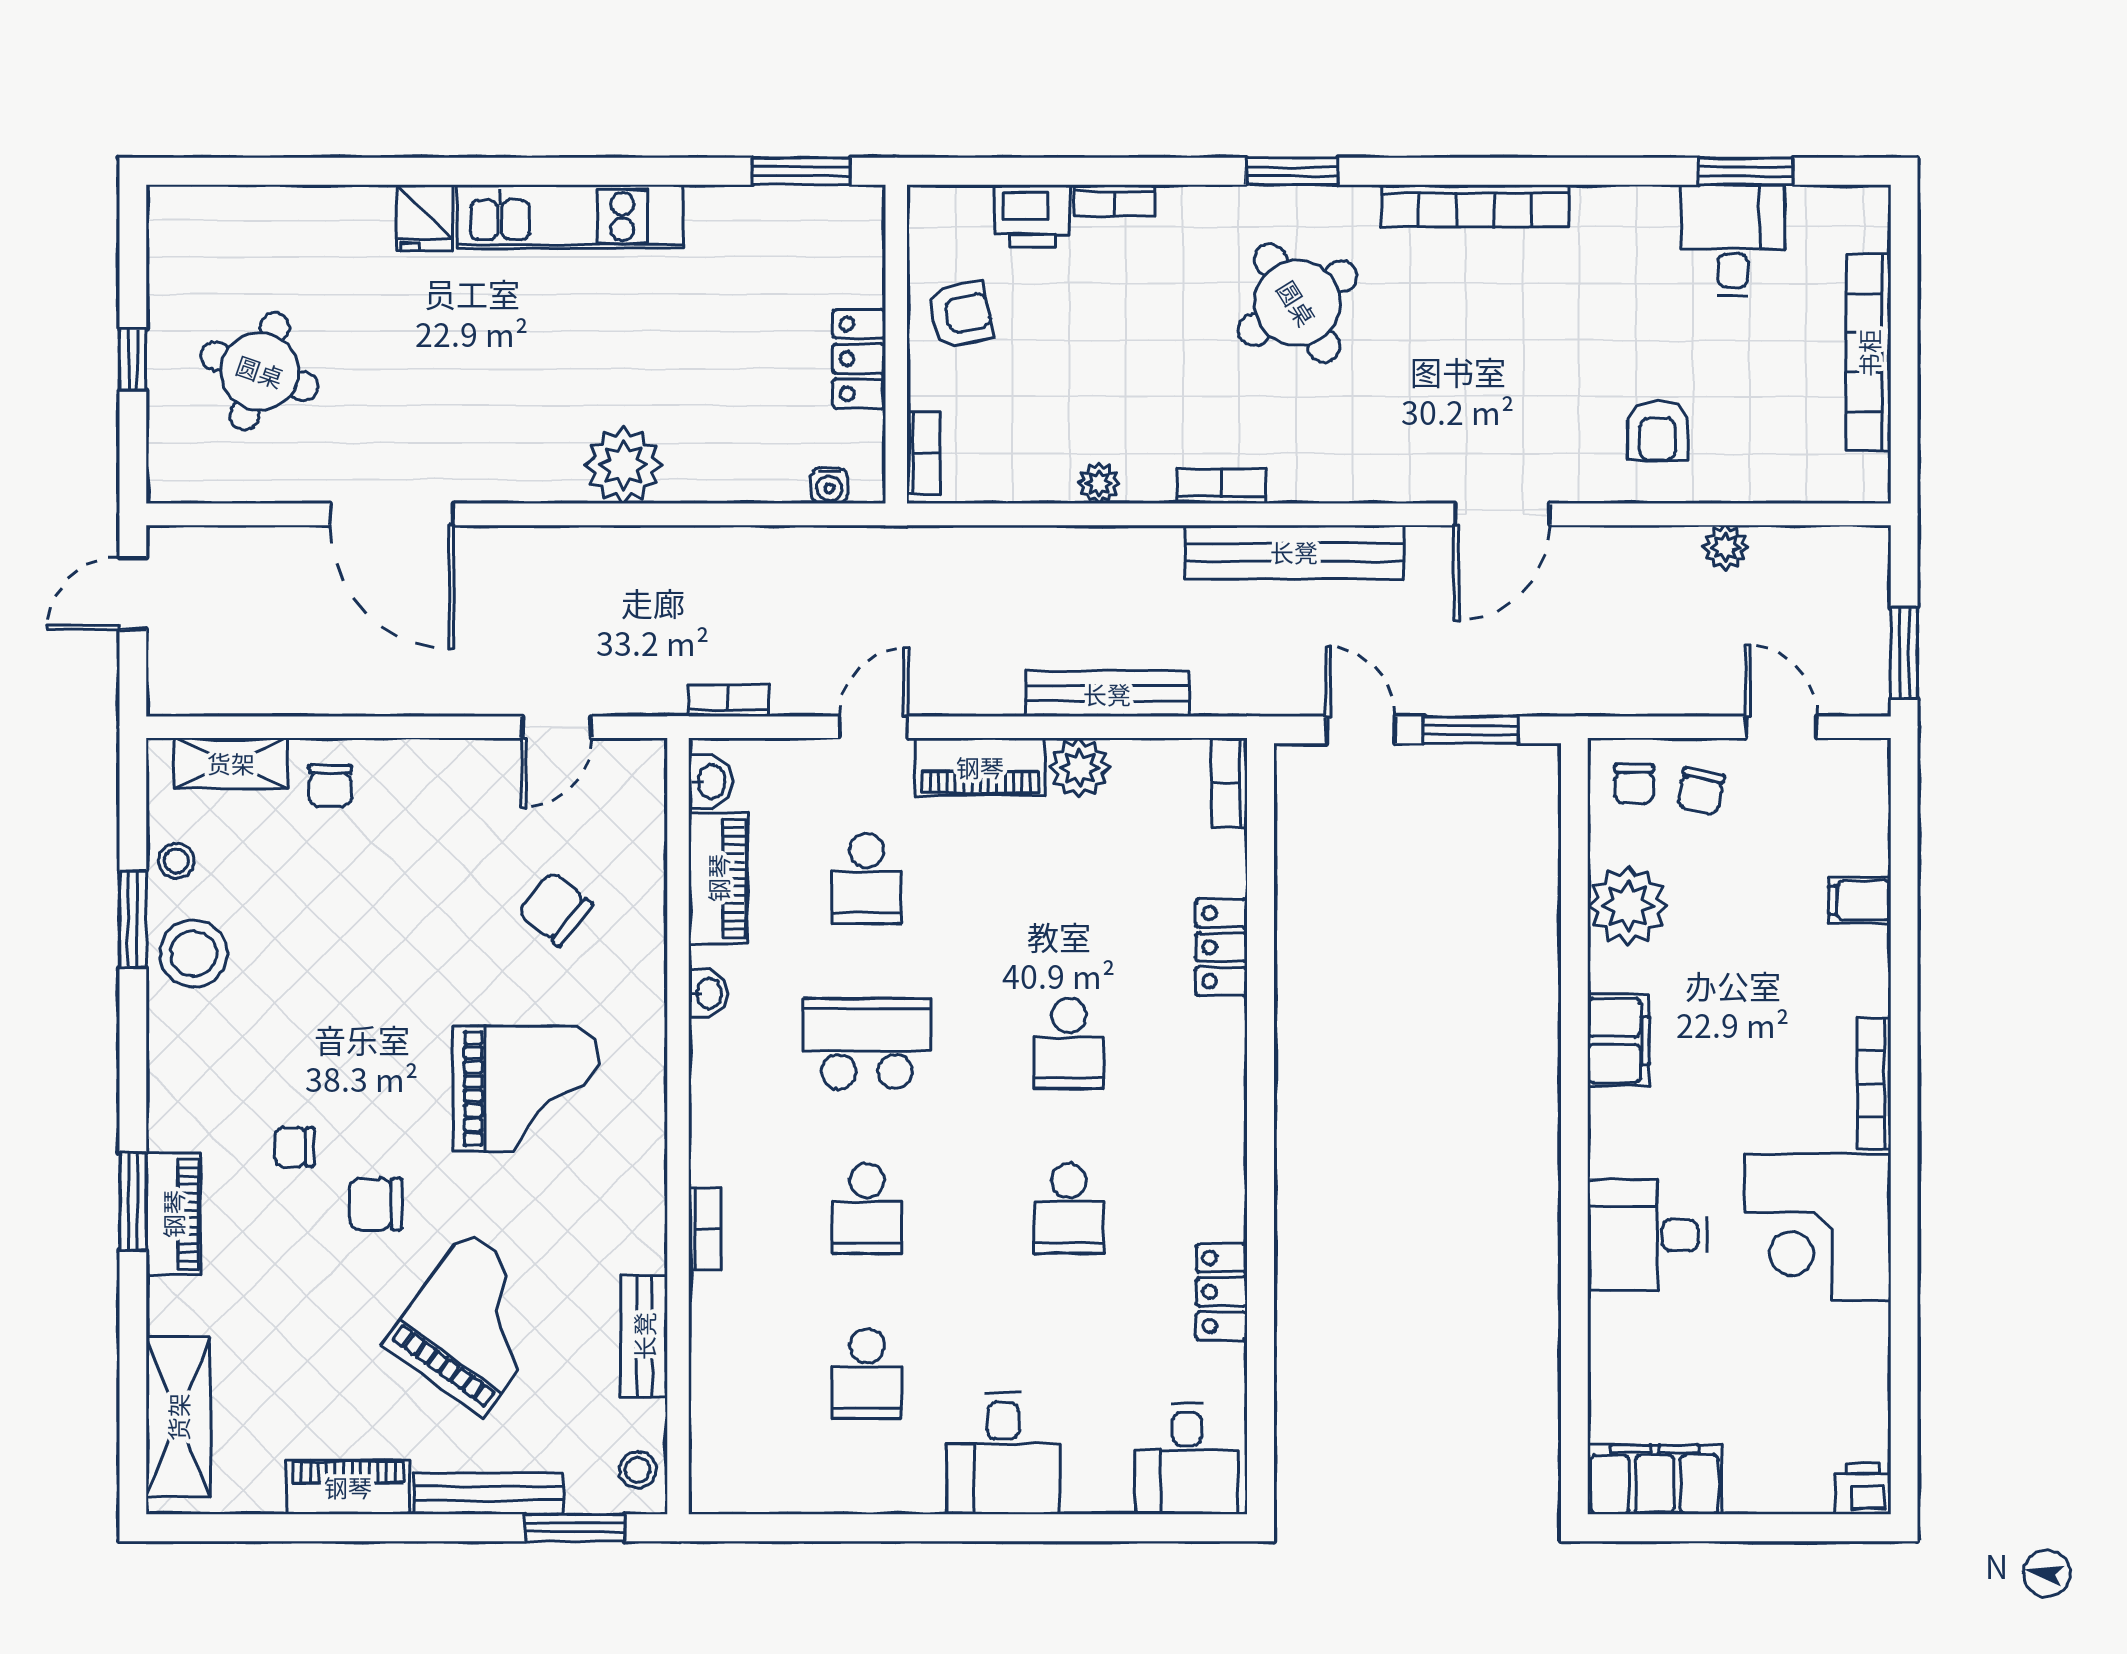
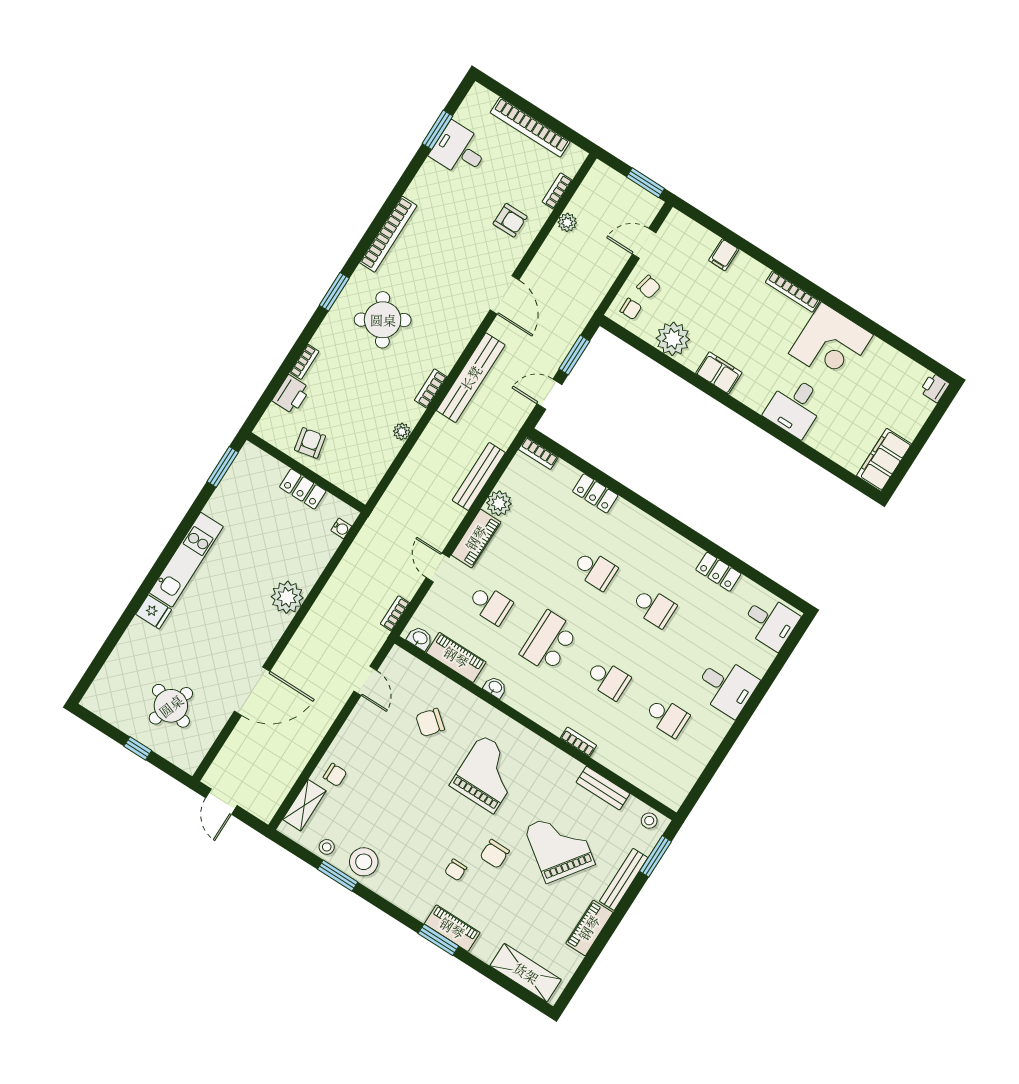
bookcase: (923, 453) -> (557, 191), moved, turned -90

